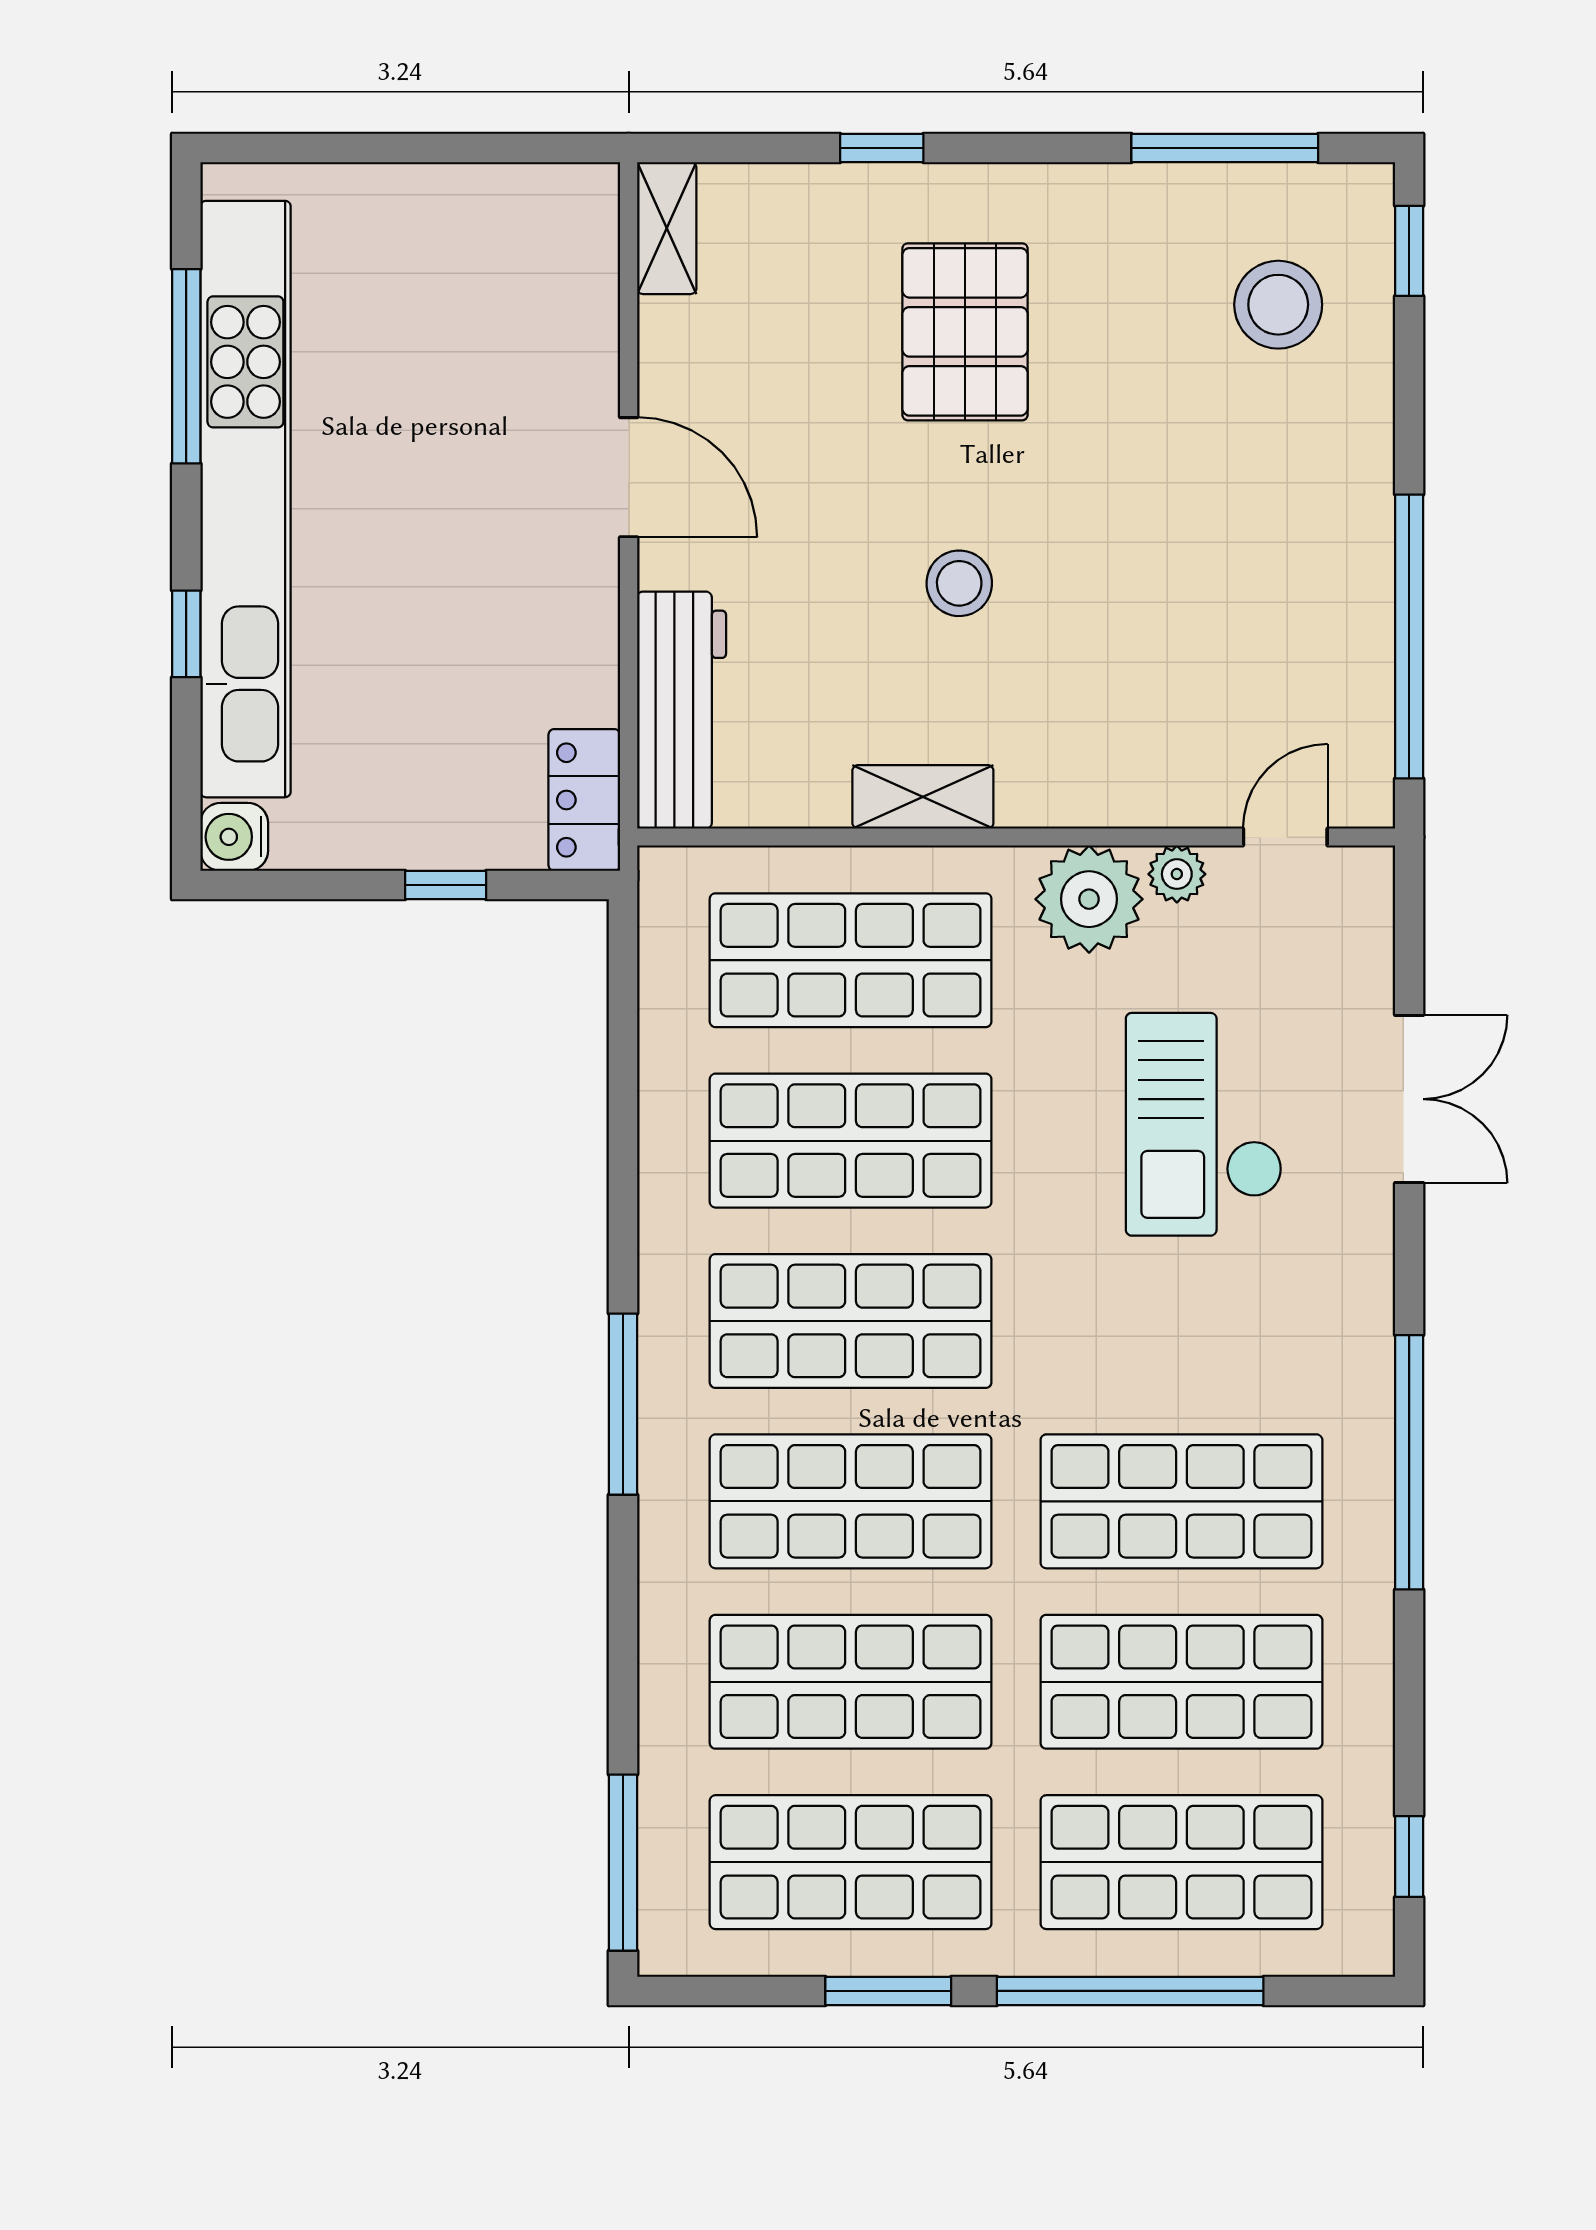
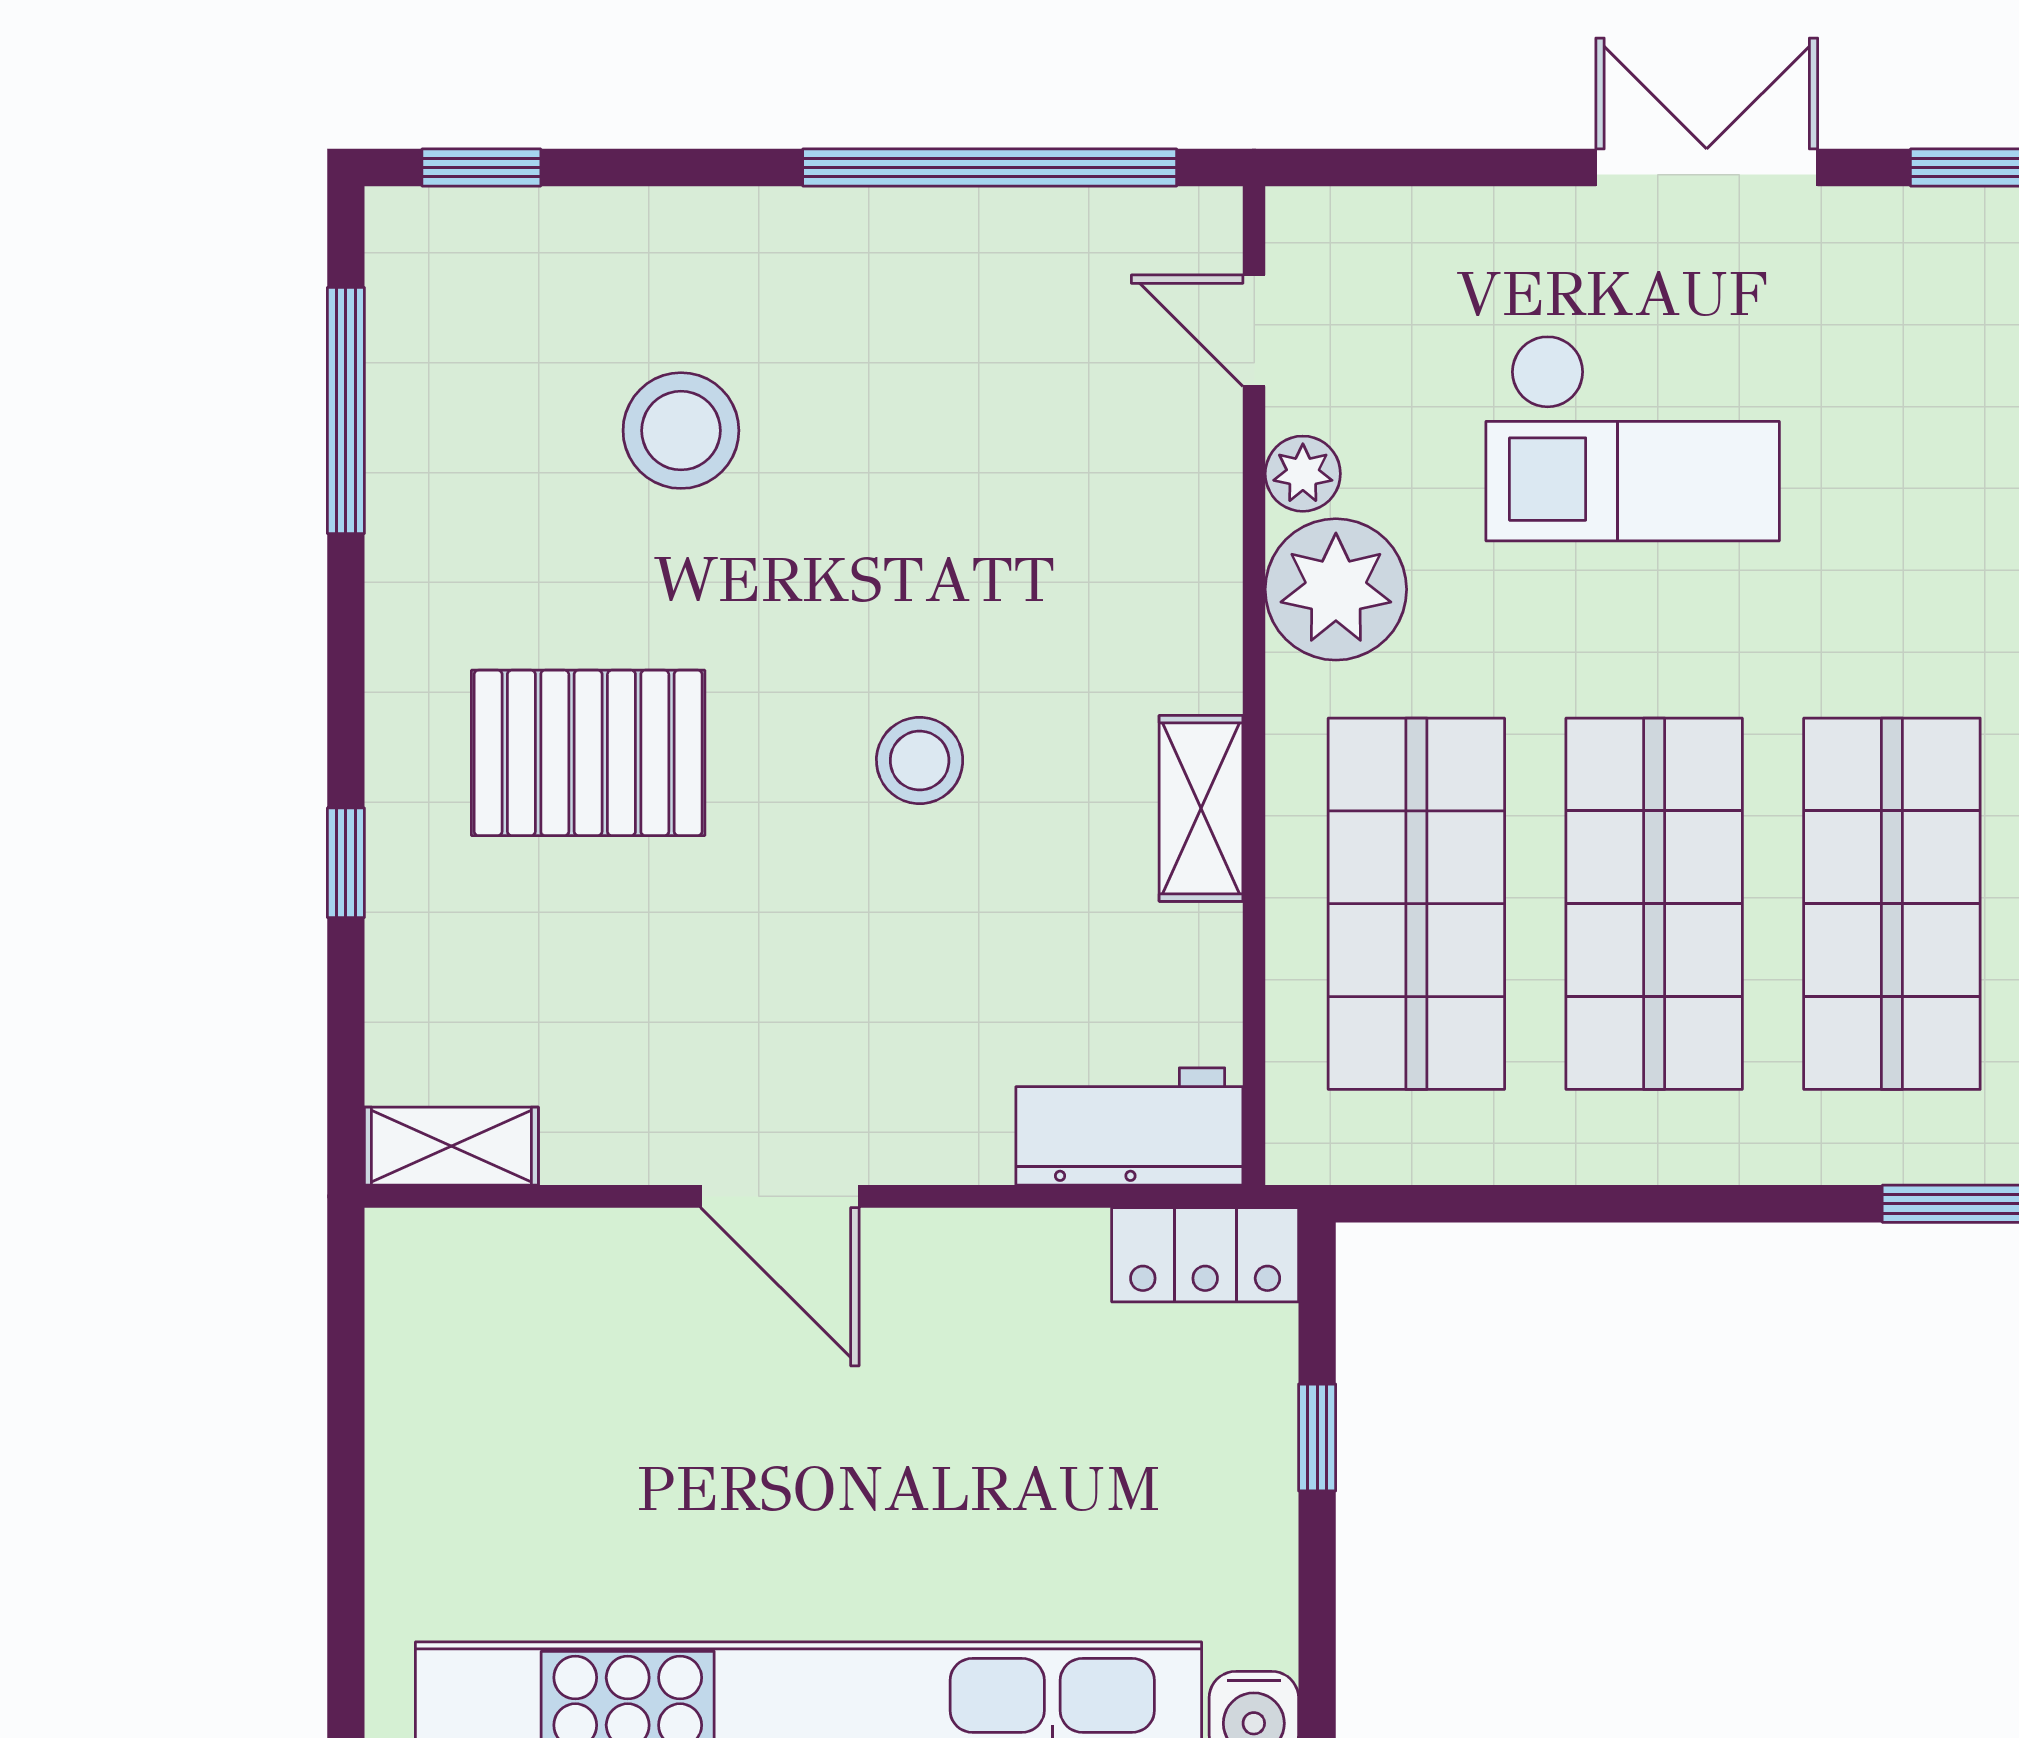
stool: (1278, 305) -> (681, 431), moved
door: (629, 477) -> (780, 1196), swing flipped
workbench: (682, 710) -> (1129, 1127), width x0.73
double door: (1409, 1099) -> (1707, 168), moved

